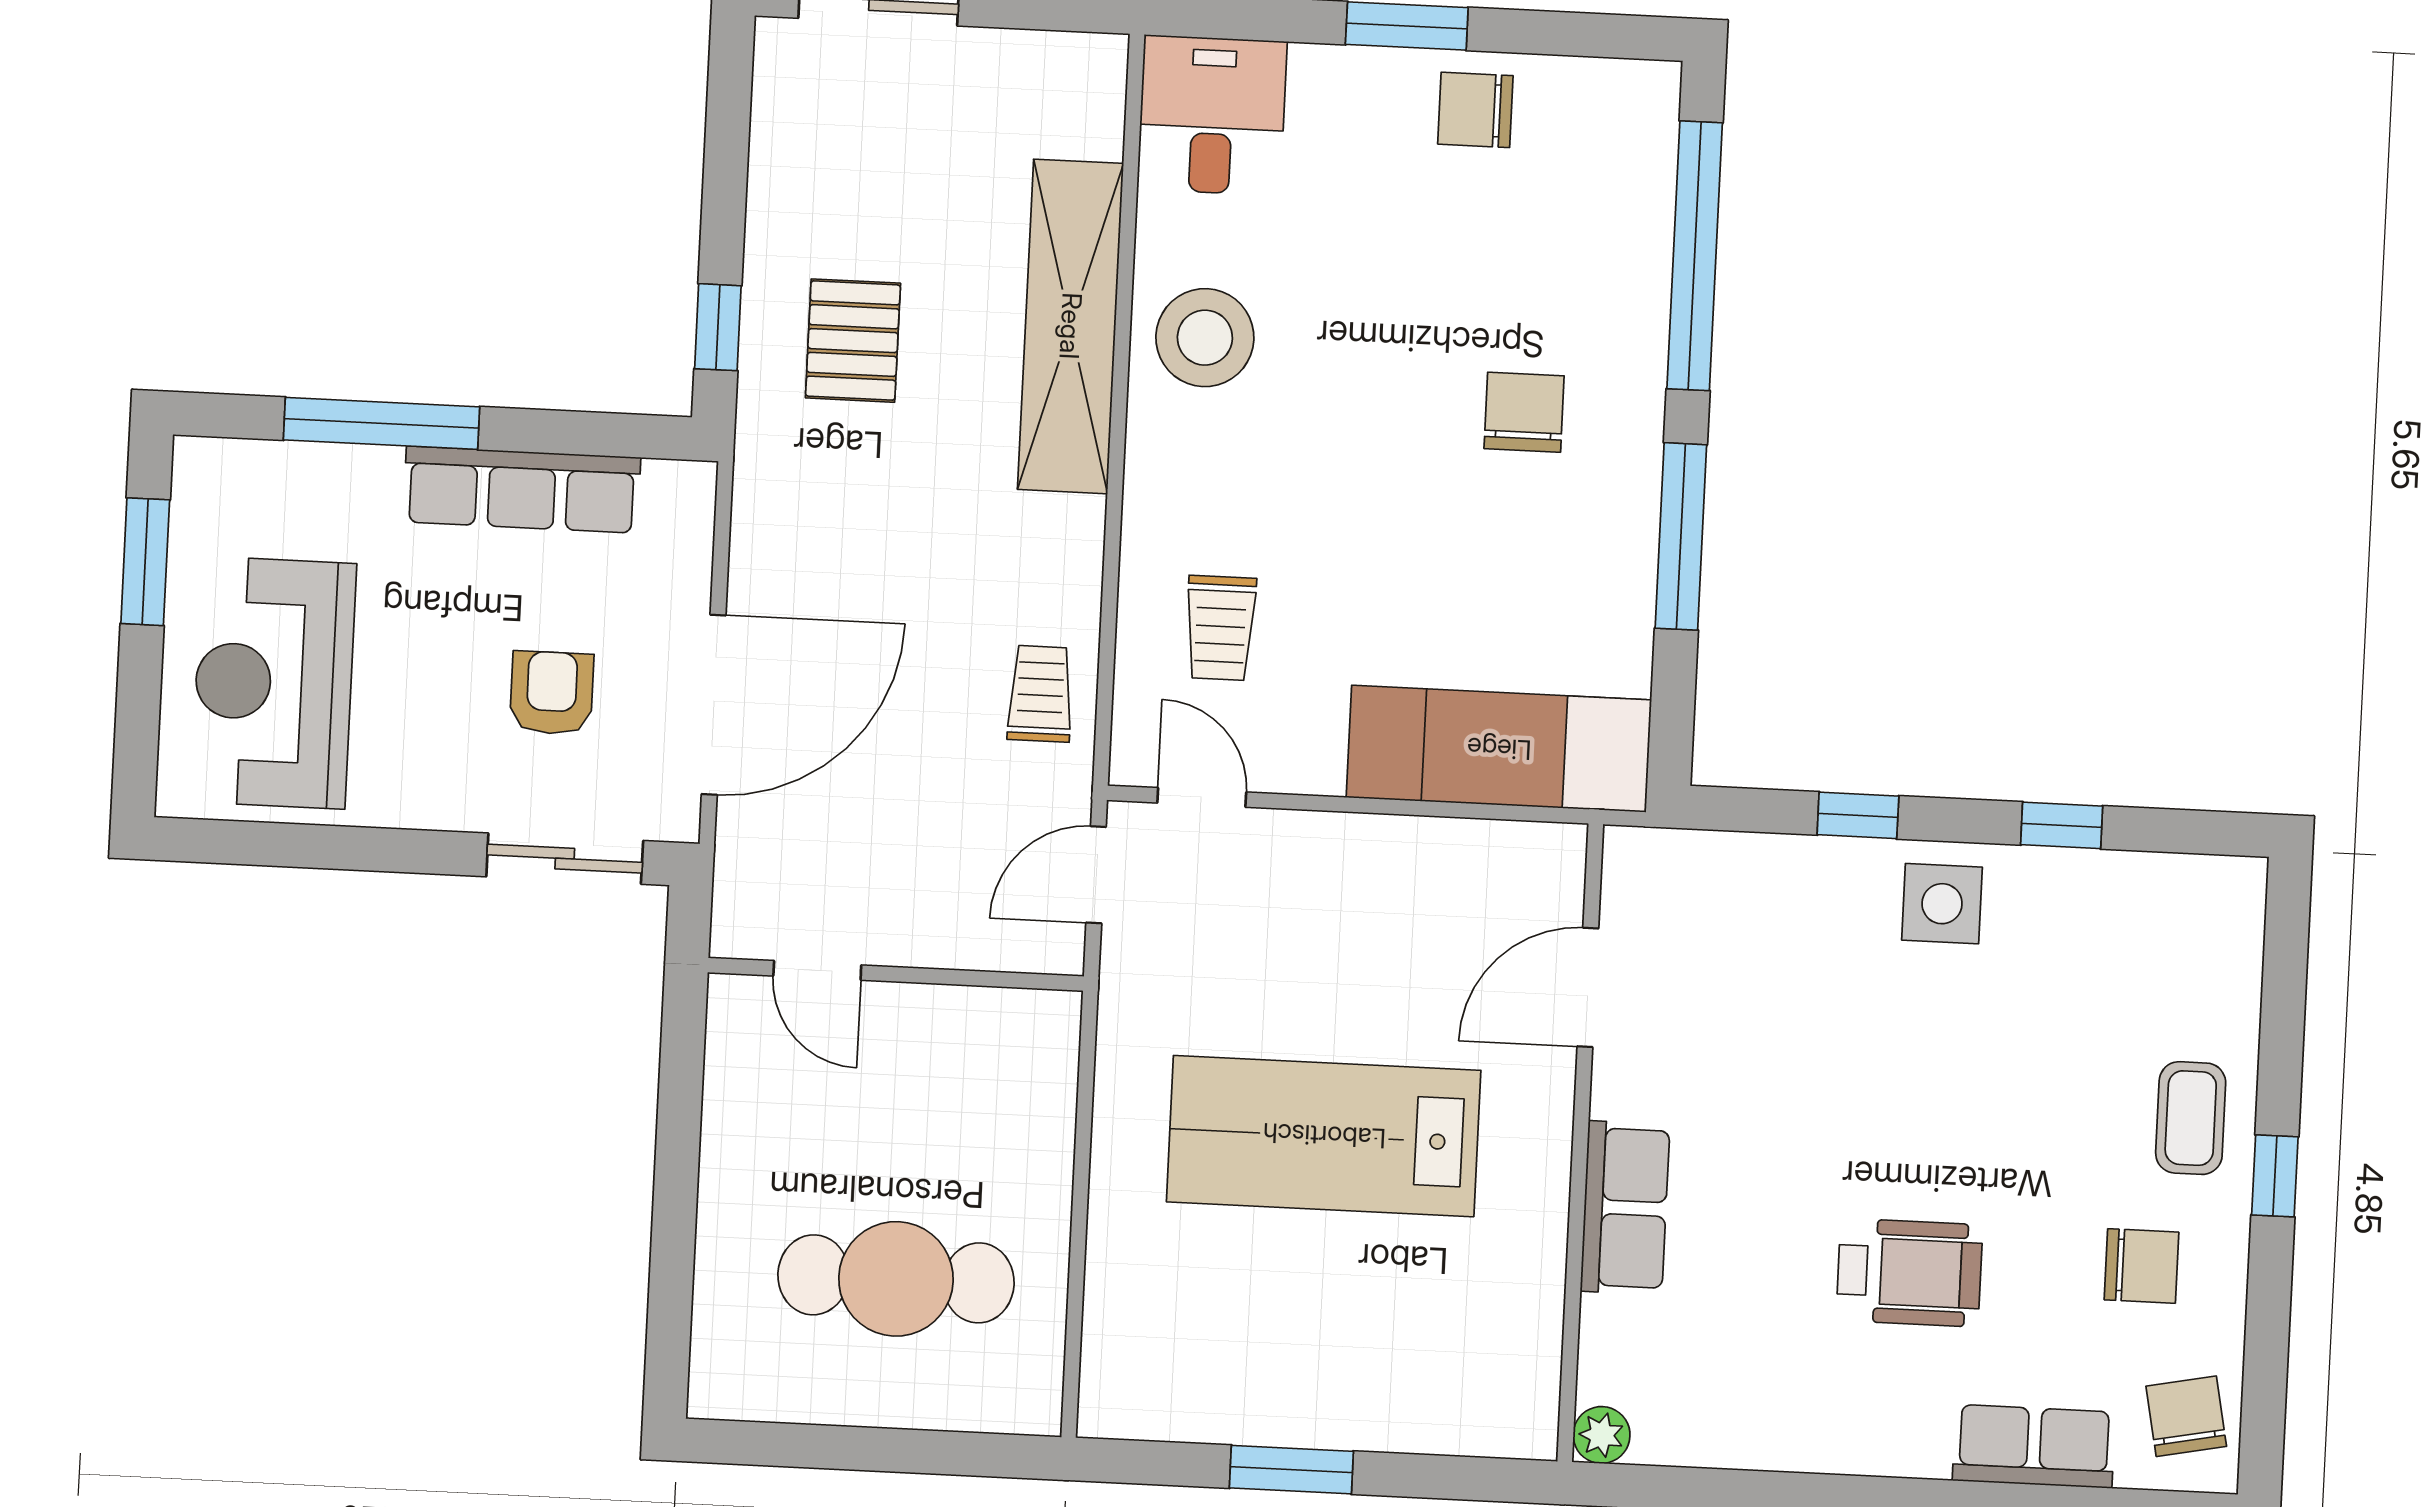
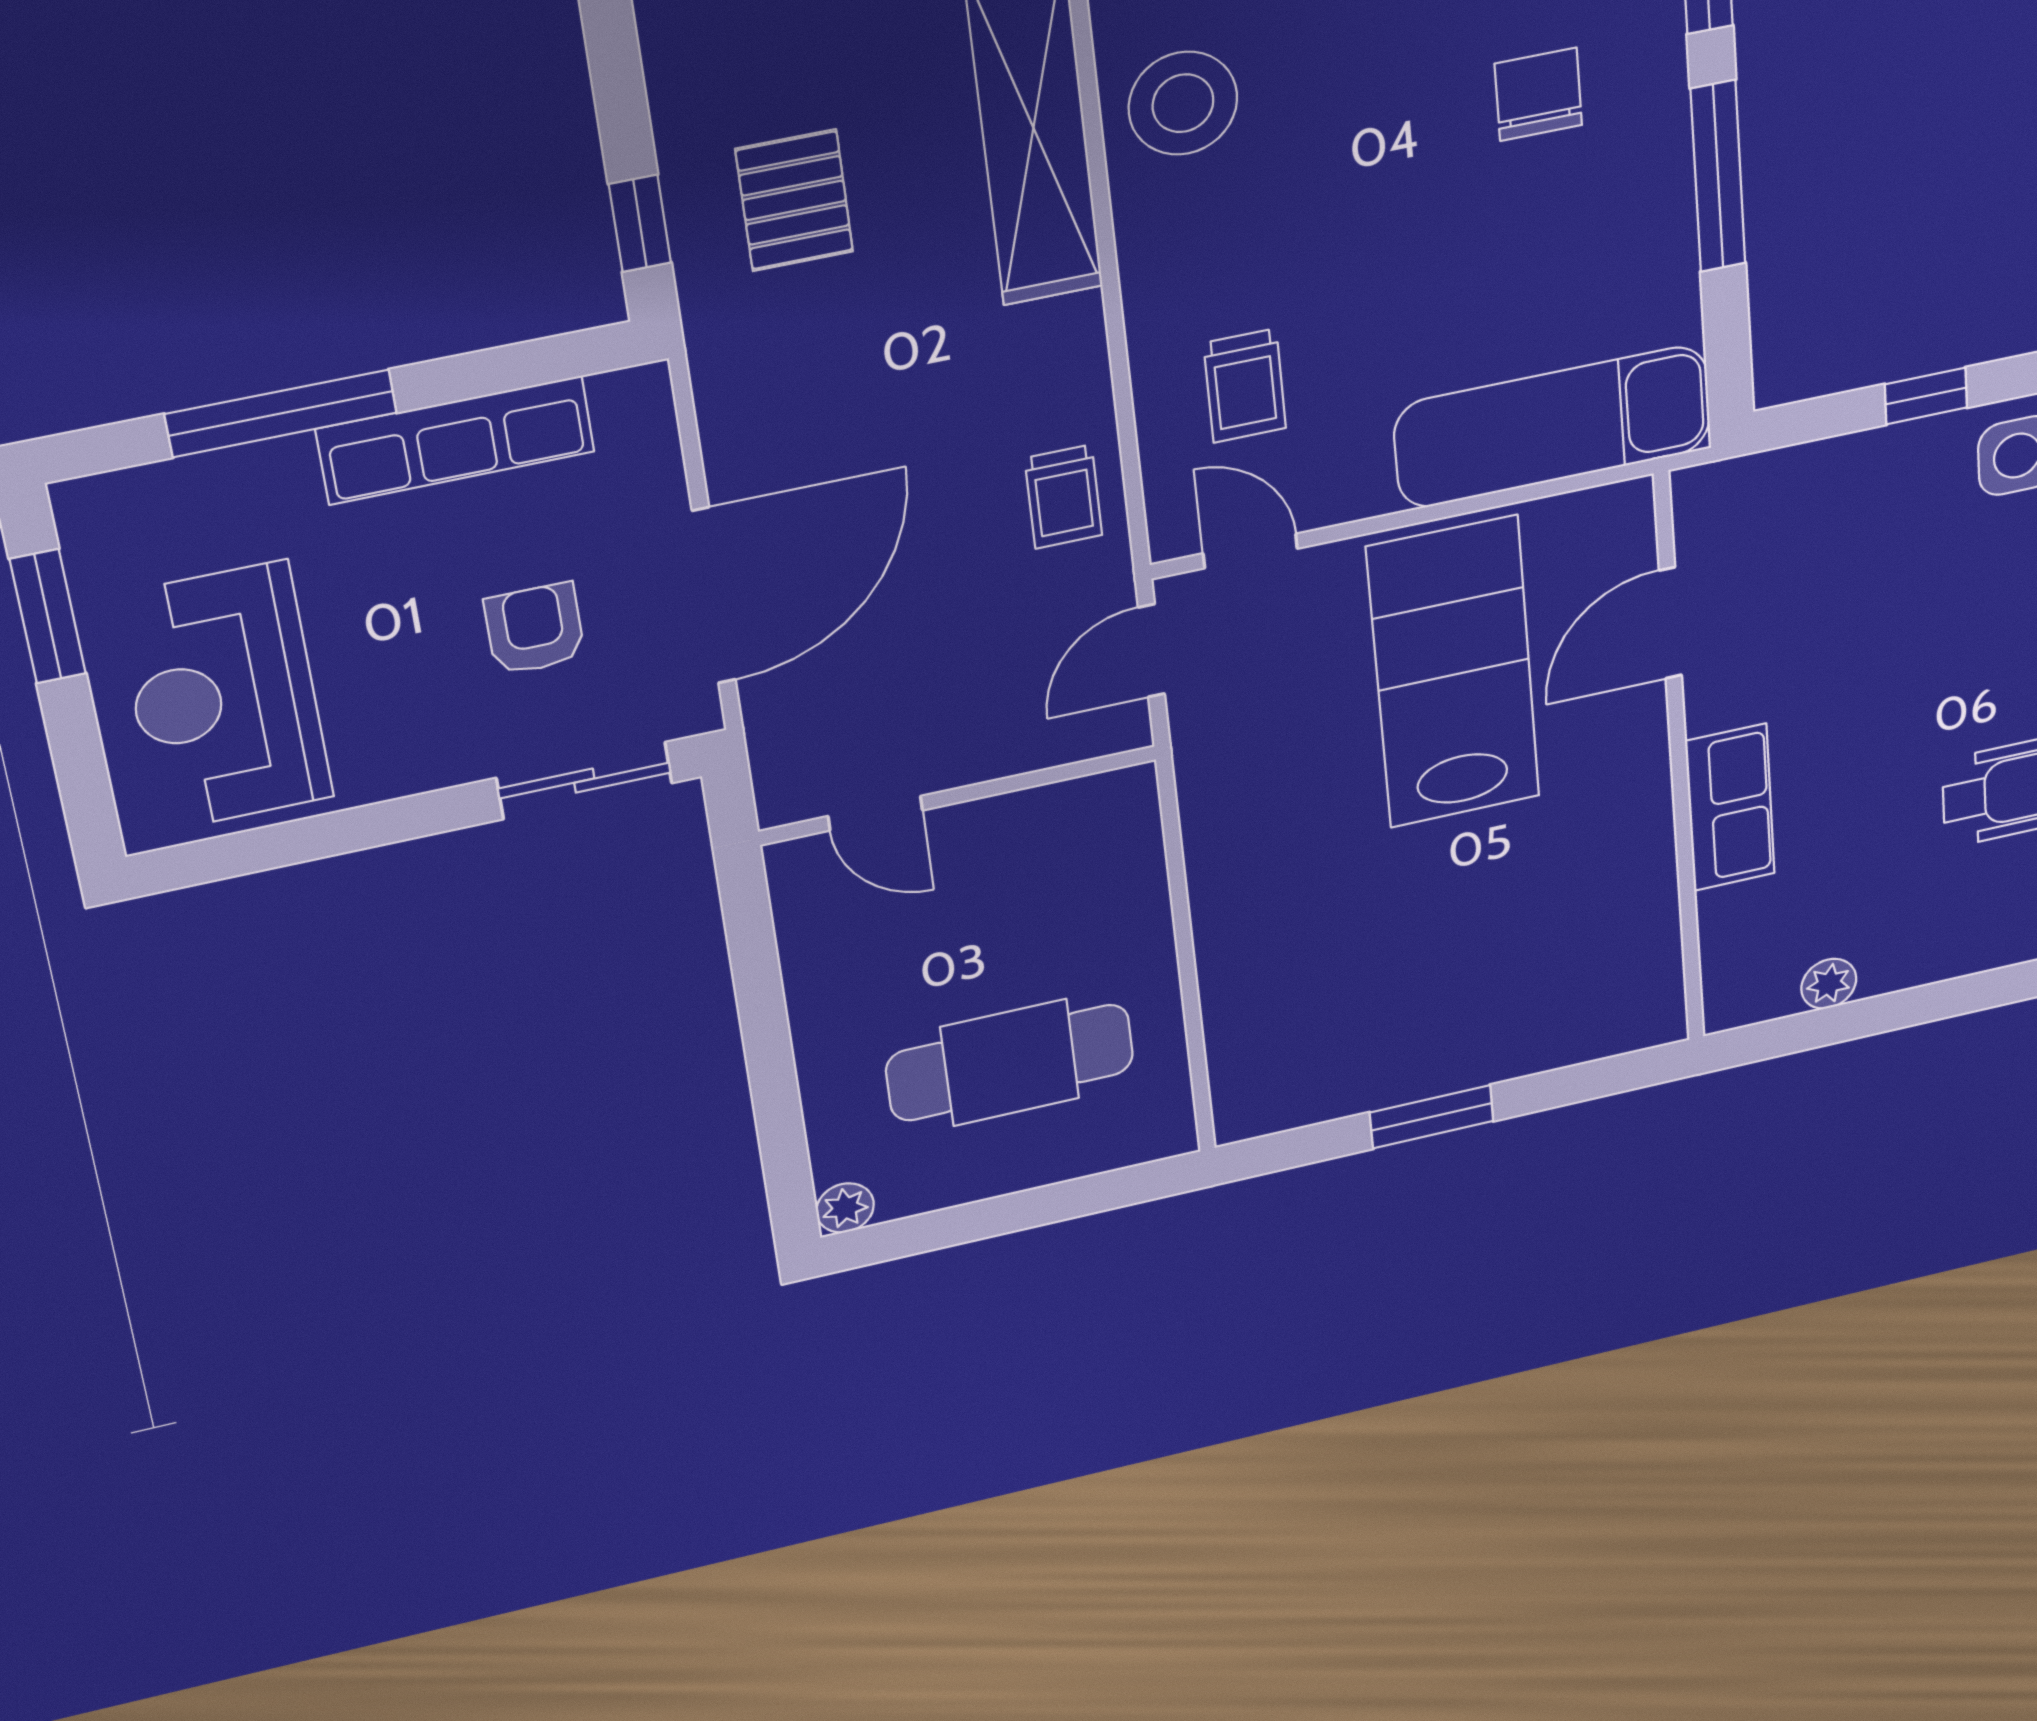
trolley: (1040, 694) -> (1063, 497), turned 180
lab bench: (1324, 1136) -> (1454, 673), moved, turned 90
plant: (715, 1392) -> (845, 1208), added
plant: (1602, 1435) -> (1829, 984), moved

